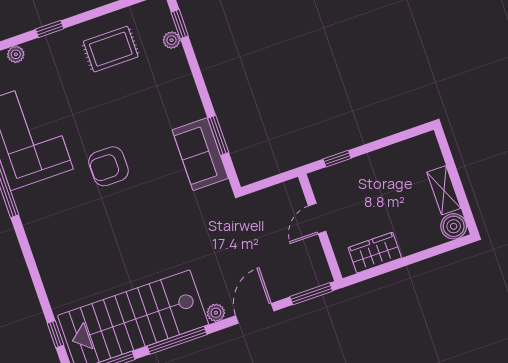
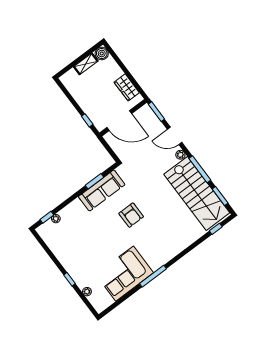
rug: (111, 49) -> (70, 247), removed
sofa: (200, 154) -> (102, 191), width x1.36
armchair: (109, 166) -> (131, 215), moved
door: (317, 219) -> (119, 121), width x1.88

